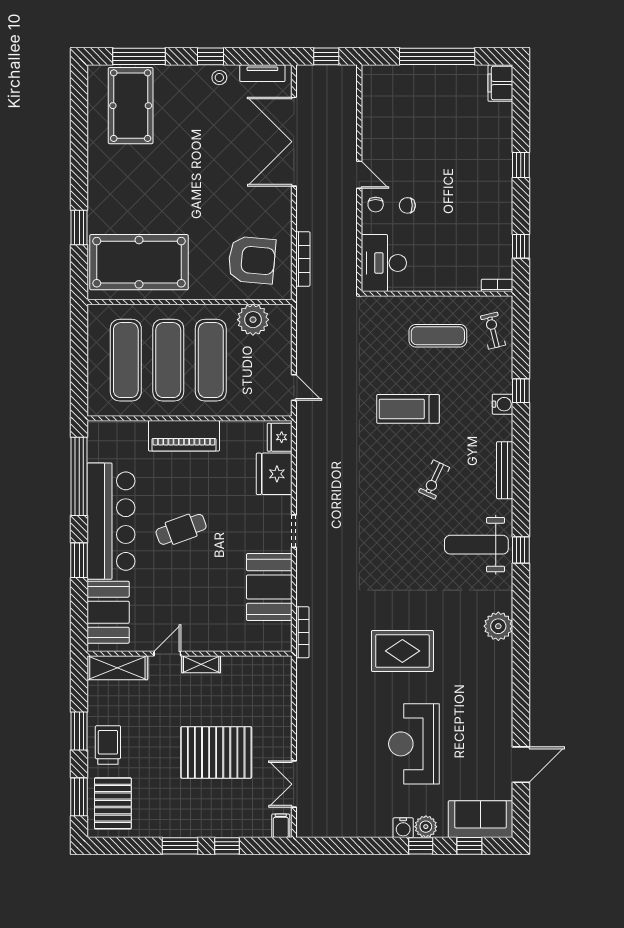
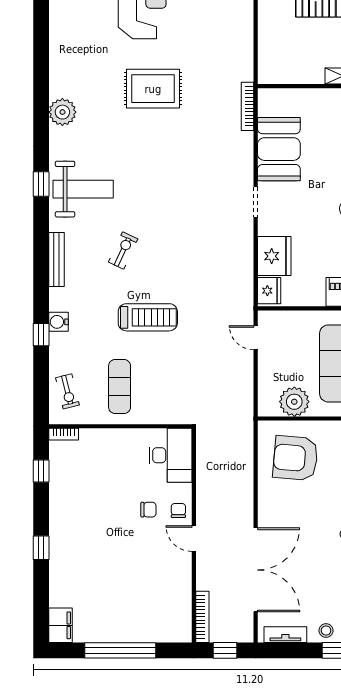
bookcase: (303, 259) -> (202, 617), moved, turned 180
exercise mat: (438, 336) -> (120, 387), turned 90

